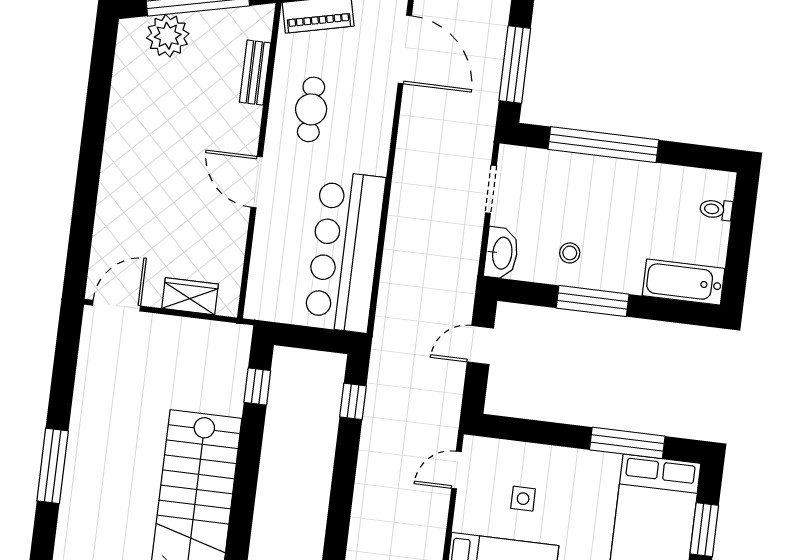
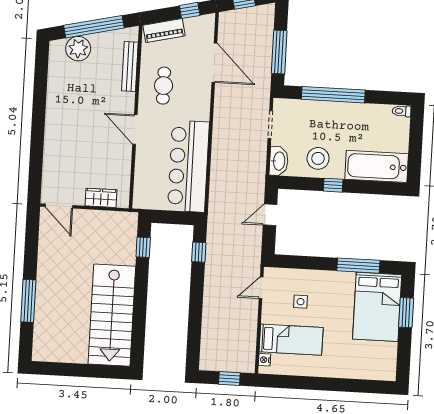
door: (405, 49) -> (214, 63), moved
bench: (255, 73) -> (130, 66), width x1.36
toilet: (716, 209) -> (402, 111), moved
stool: (570, 253) -> (318, 158), width x1.89, depth x1.89
bathtub: (684, 282) -> (377, 166), width x1.36, depth x1.36
window: (593, 301) -> (333, 185), width x0.46
door: (116, 306) -> (59, 206), swing flipped

